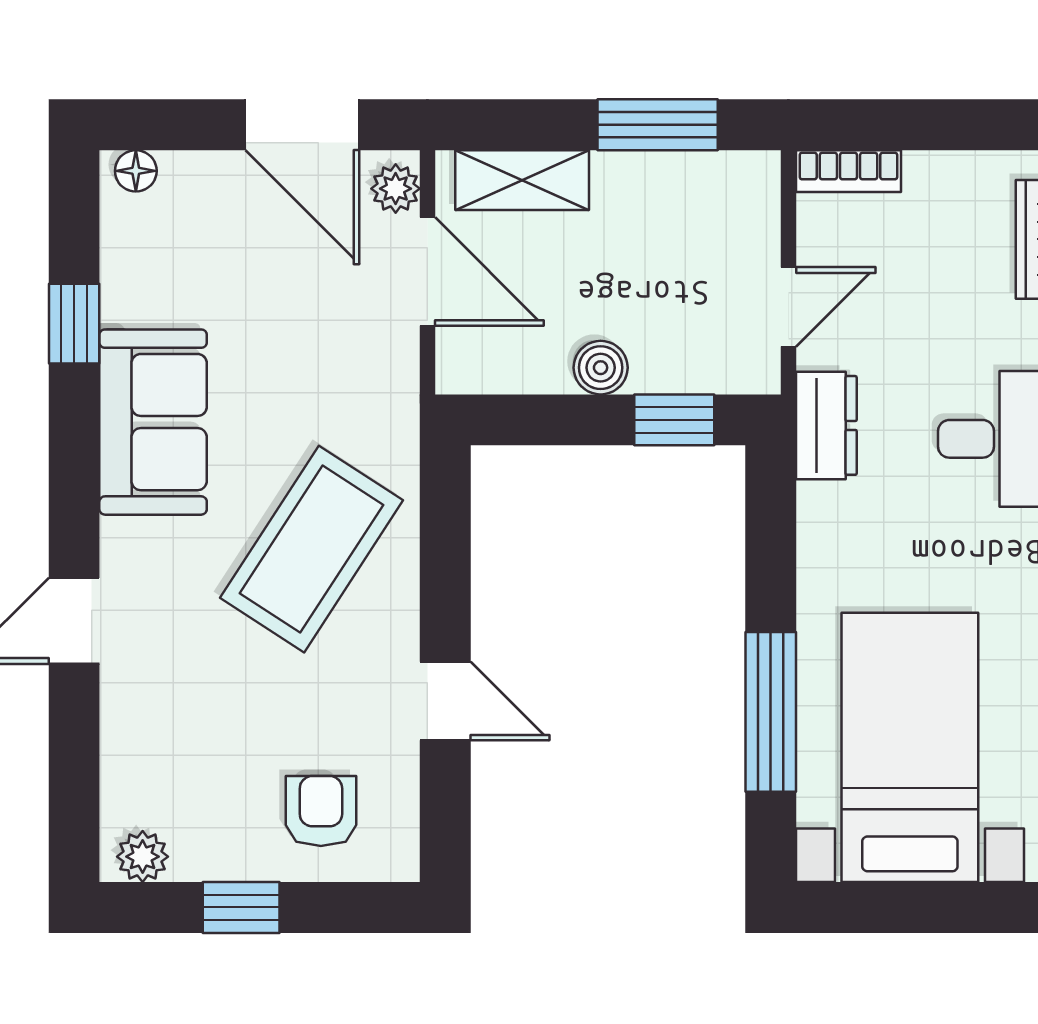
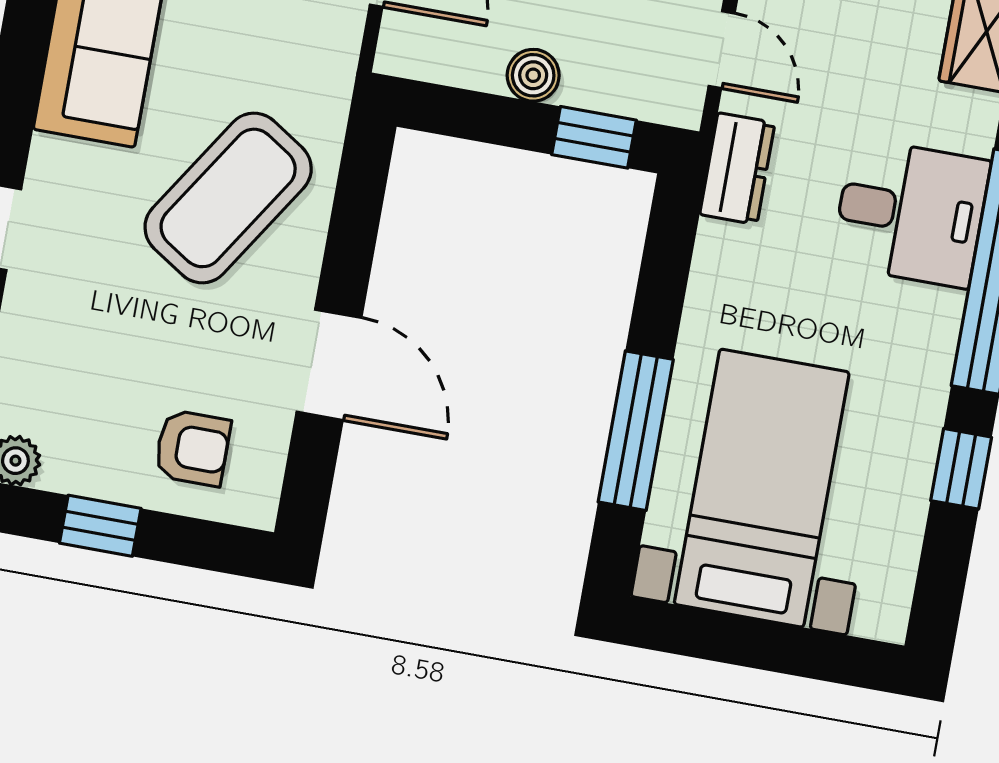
door: (788, 307) -> (722, 50), hinge flipped
door: (445, 701) -> (329, 365), width x1.38
armchair: (321, 811) -> (192, 448), turned 90

